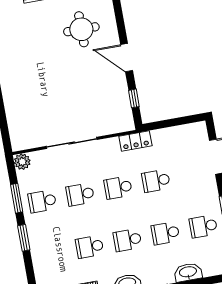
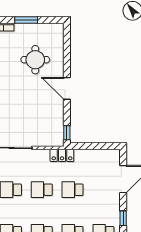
window: (134, 98) -> (67, 133), moved

